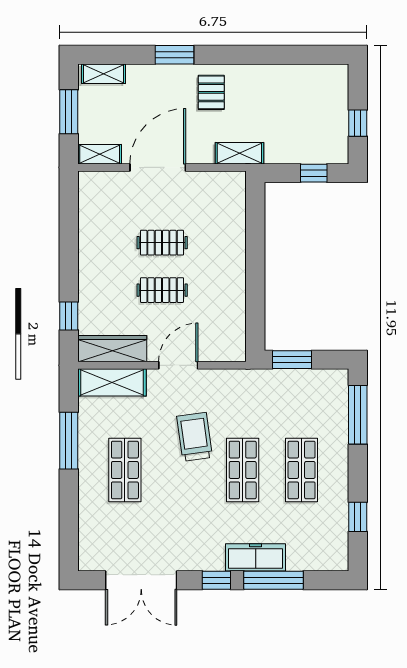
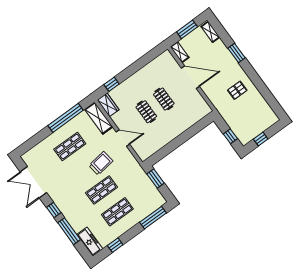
pallet: (211, 92) -> (237, 90), moved
shelving: (239, 153) -> (218, 103), removed
wardrobe: (112, 349) -> (108, 105), width x0.67
window: (69, 441) -> (66, 118), width x1.46
freezer: (256, 557) -> (90, 242), moved

